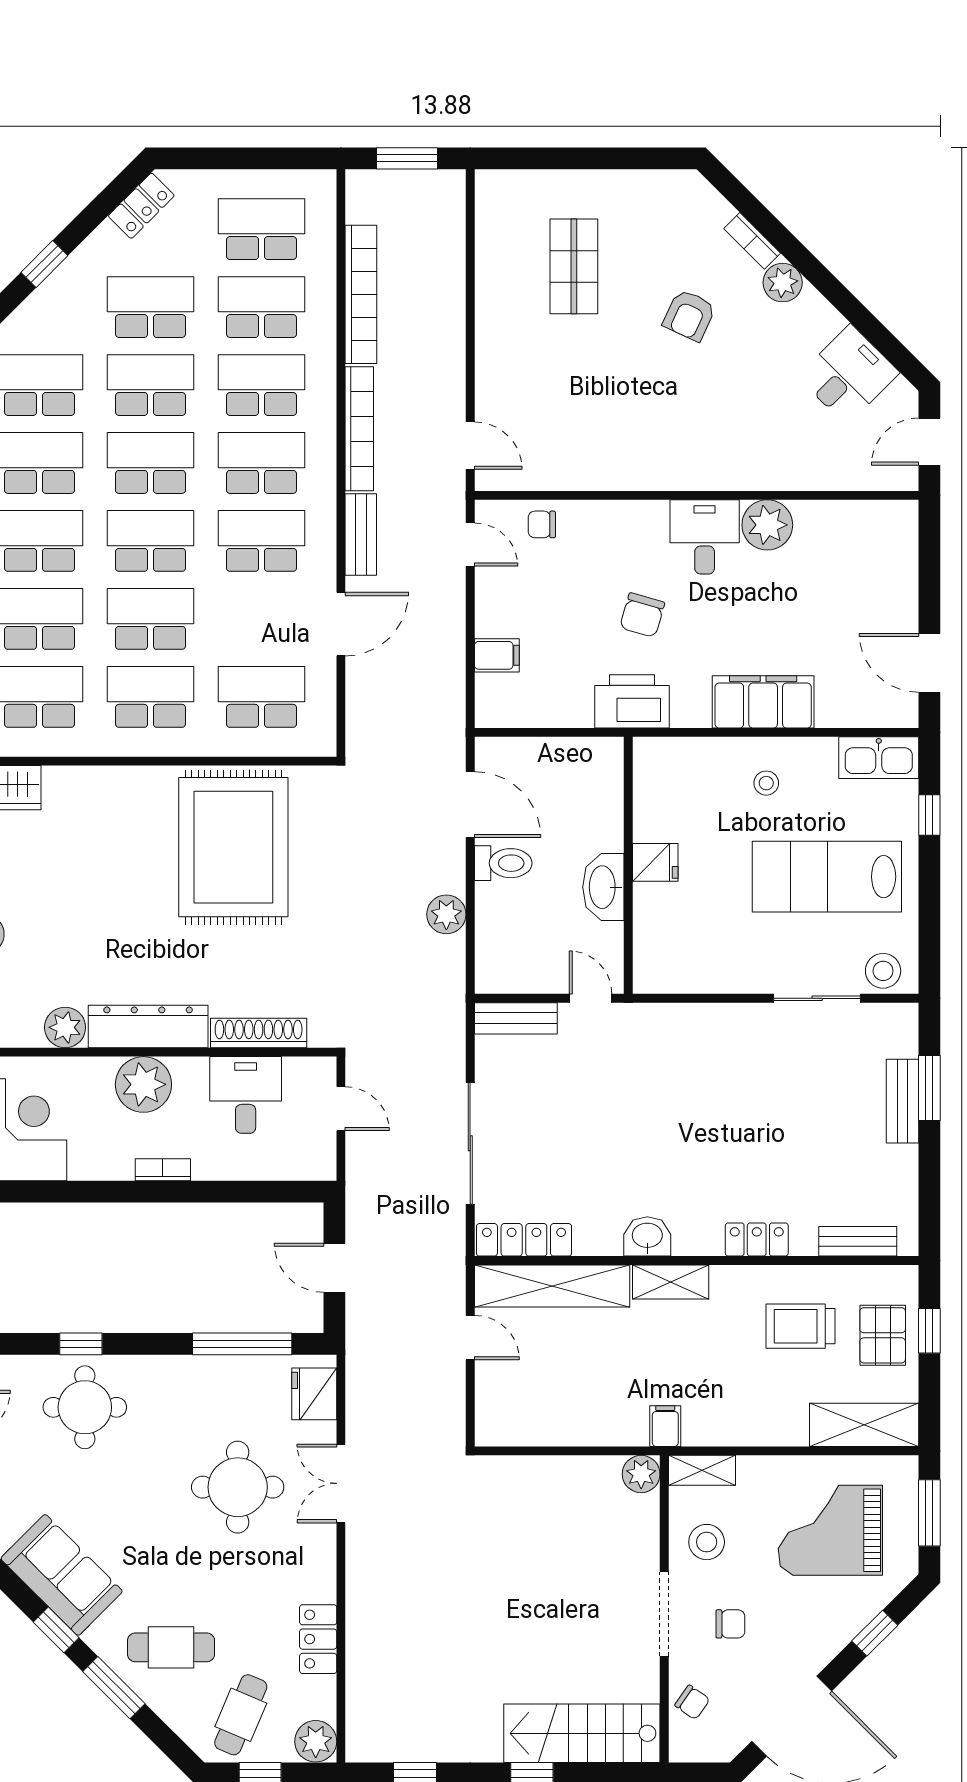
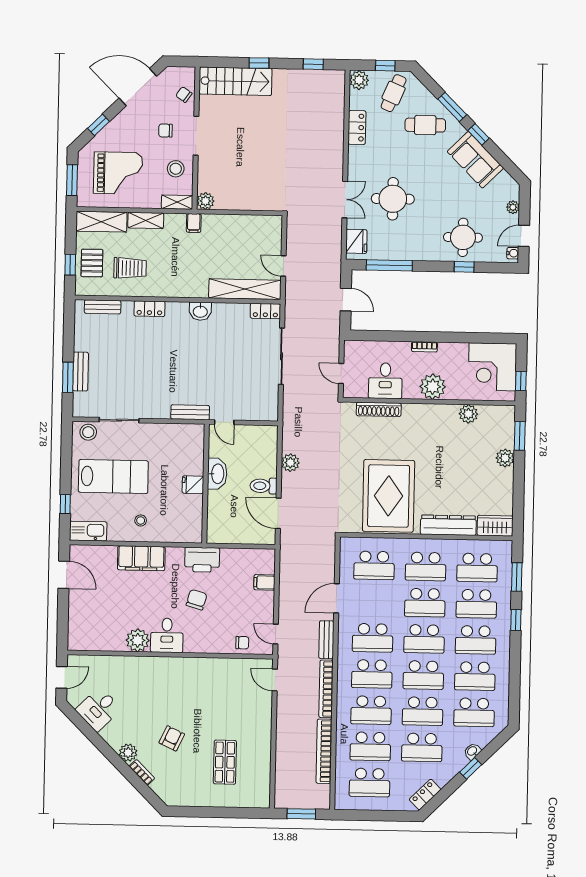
washbasin: (41, 301) -> (472, 751), added
bench: (516, 1018) -> (190, 412), moved
dresser: (148, 1027) -> (448, 525), moved, turned 180
locker: (524, 1240) -> (265, 311), width x0.66
shelving: (671, 1282) -> (146, 220), moved

